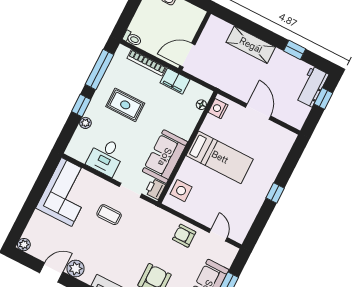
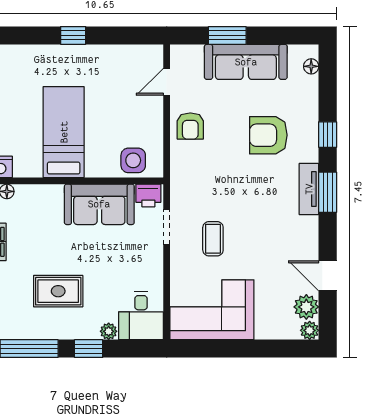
rug: (125, 105) -> (58, 291), turned 90
desk: (106, 157) -> (141, 316), moved, turned 90
plant: (76, 269) -> (306, 307), moved

